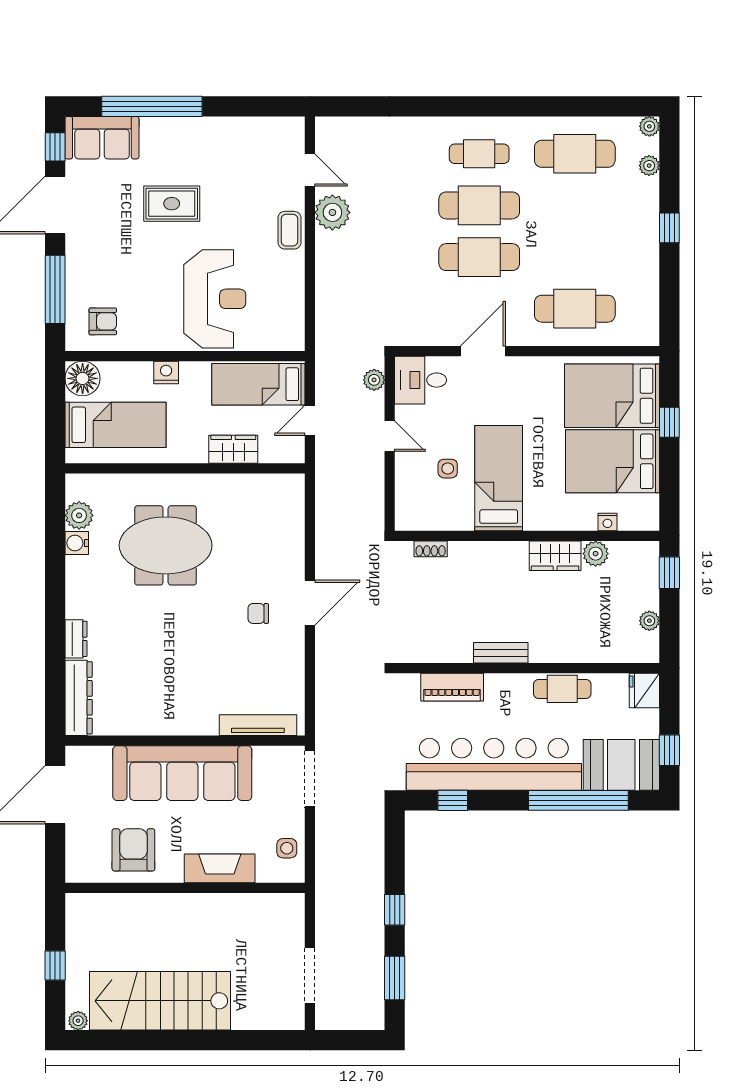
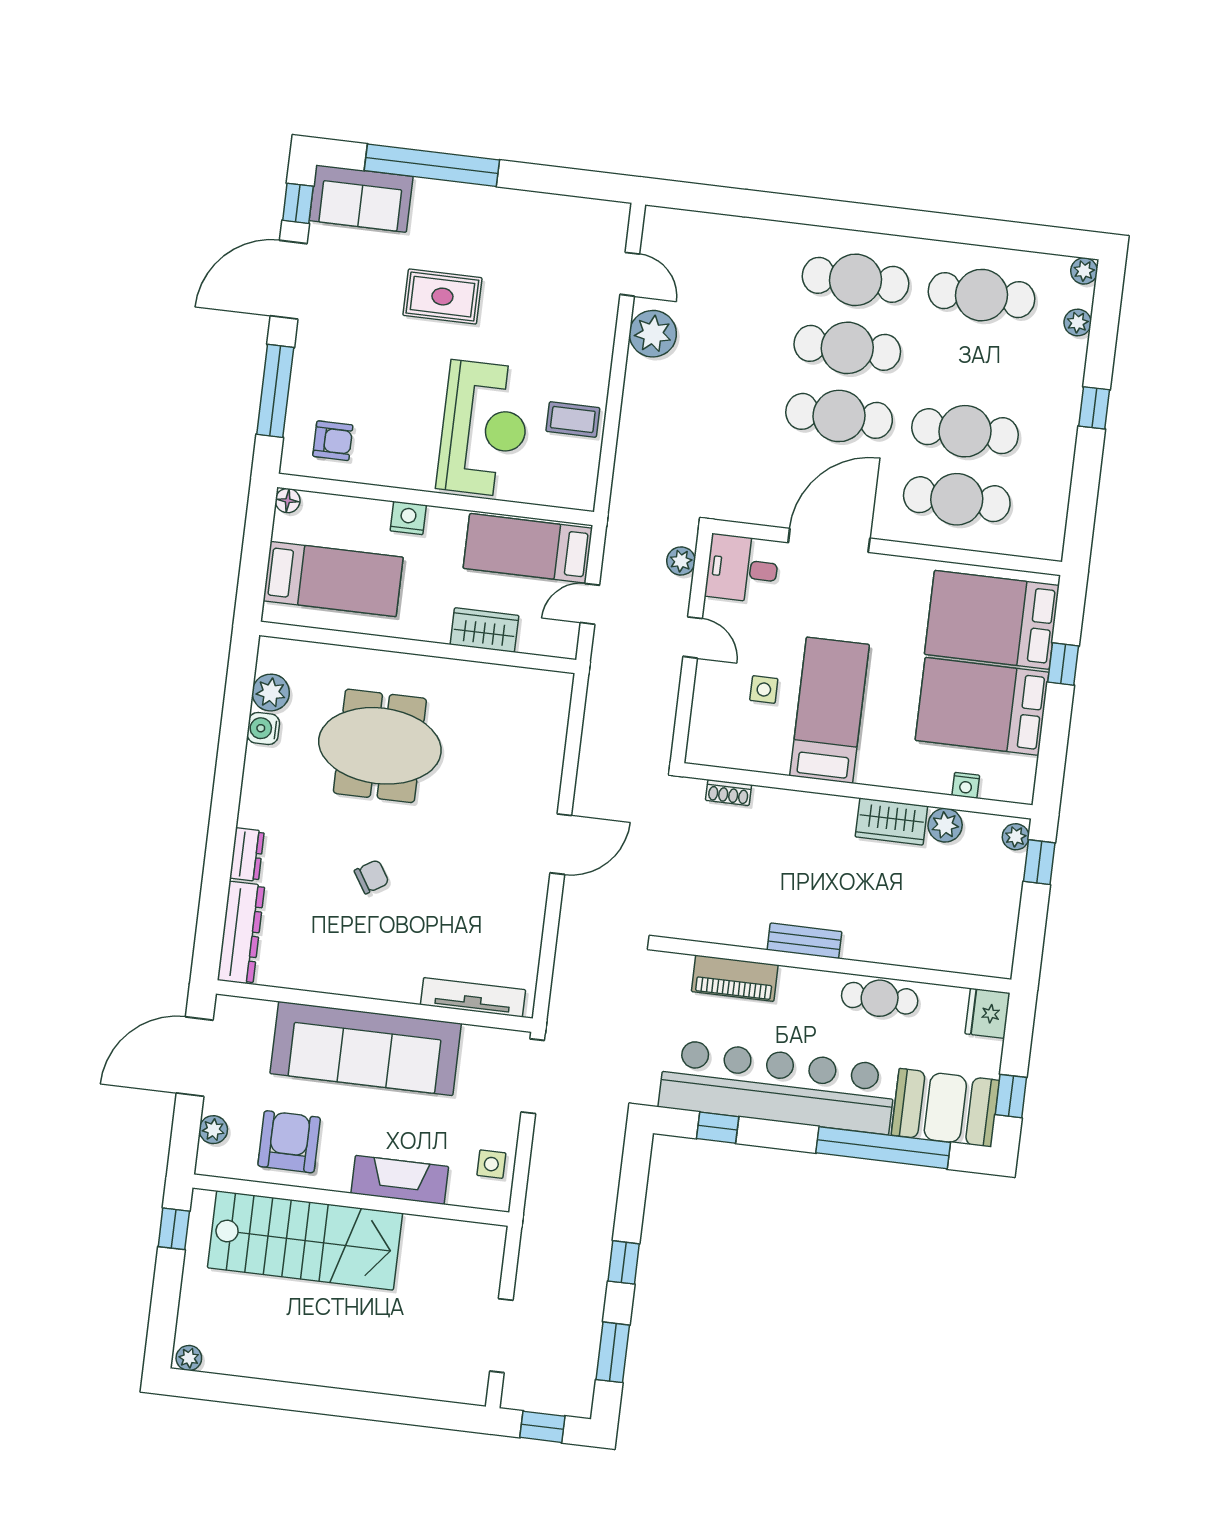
cafe table: (479, 154) -> (856, 280), width x1.37, depth x1.35
coffee table: (290, 230) -> (573, 419), moved, turned 90
cafe table: (575, 257) -> (965, 431), added
door: (483, 351) -> (829, 540), width x1.36
floor lamp: (83, 378) -> (288, 501), width x0.53, depth x0.53
chair: (258, 613) -> (372, 877), moved, turned 148
plant: (649, 621) -> (1016, 837), moved
plant: (76, 848) -> (213, 1130), added
window: (55, 966) -> (174, 1229), moved
stairs: (160, 1001) -> (305, 1240), moved, turned 180
window: (349, 1040) -> (542, 1427), added

